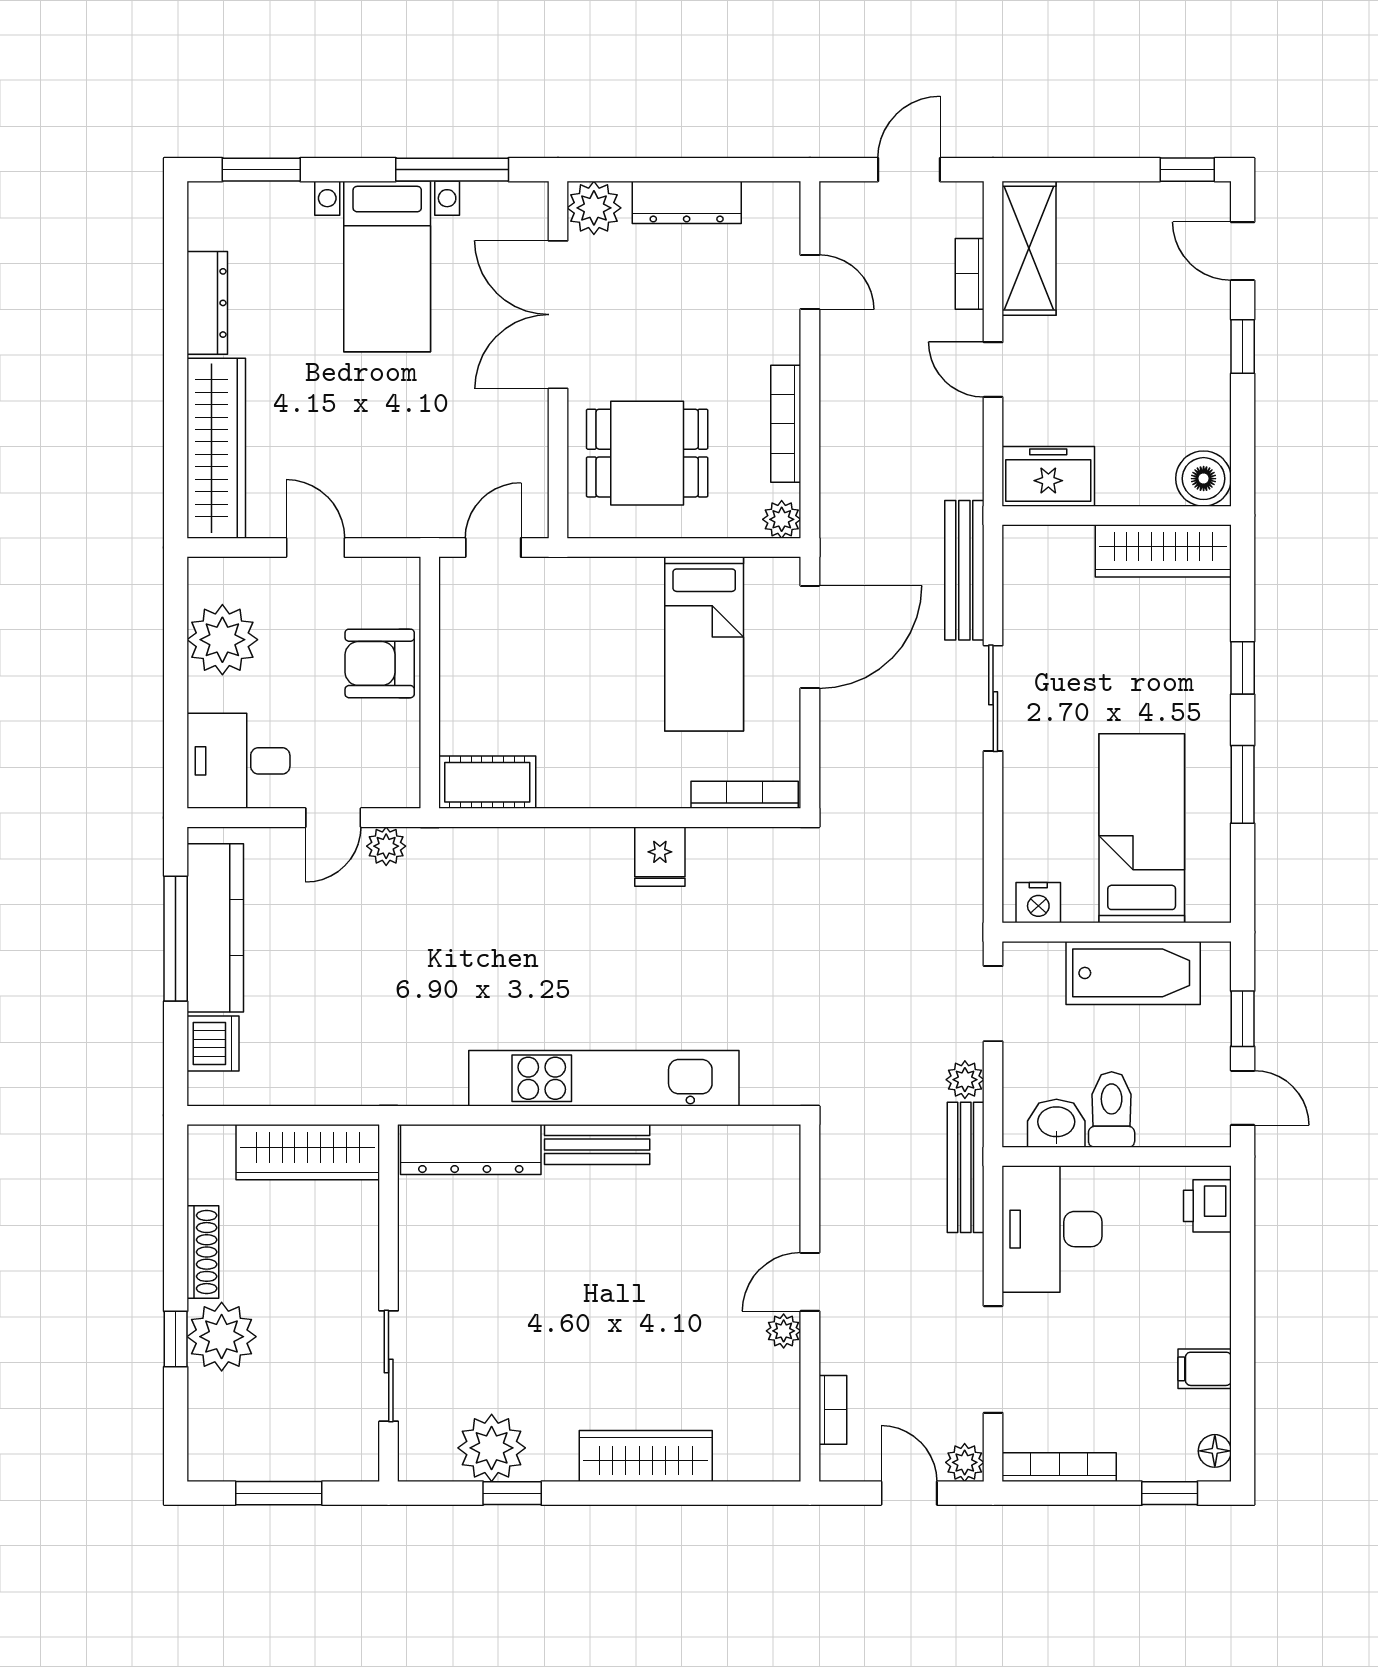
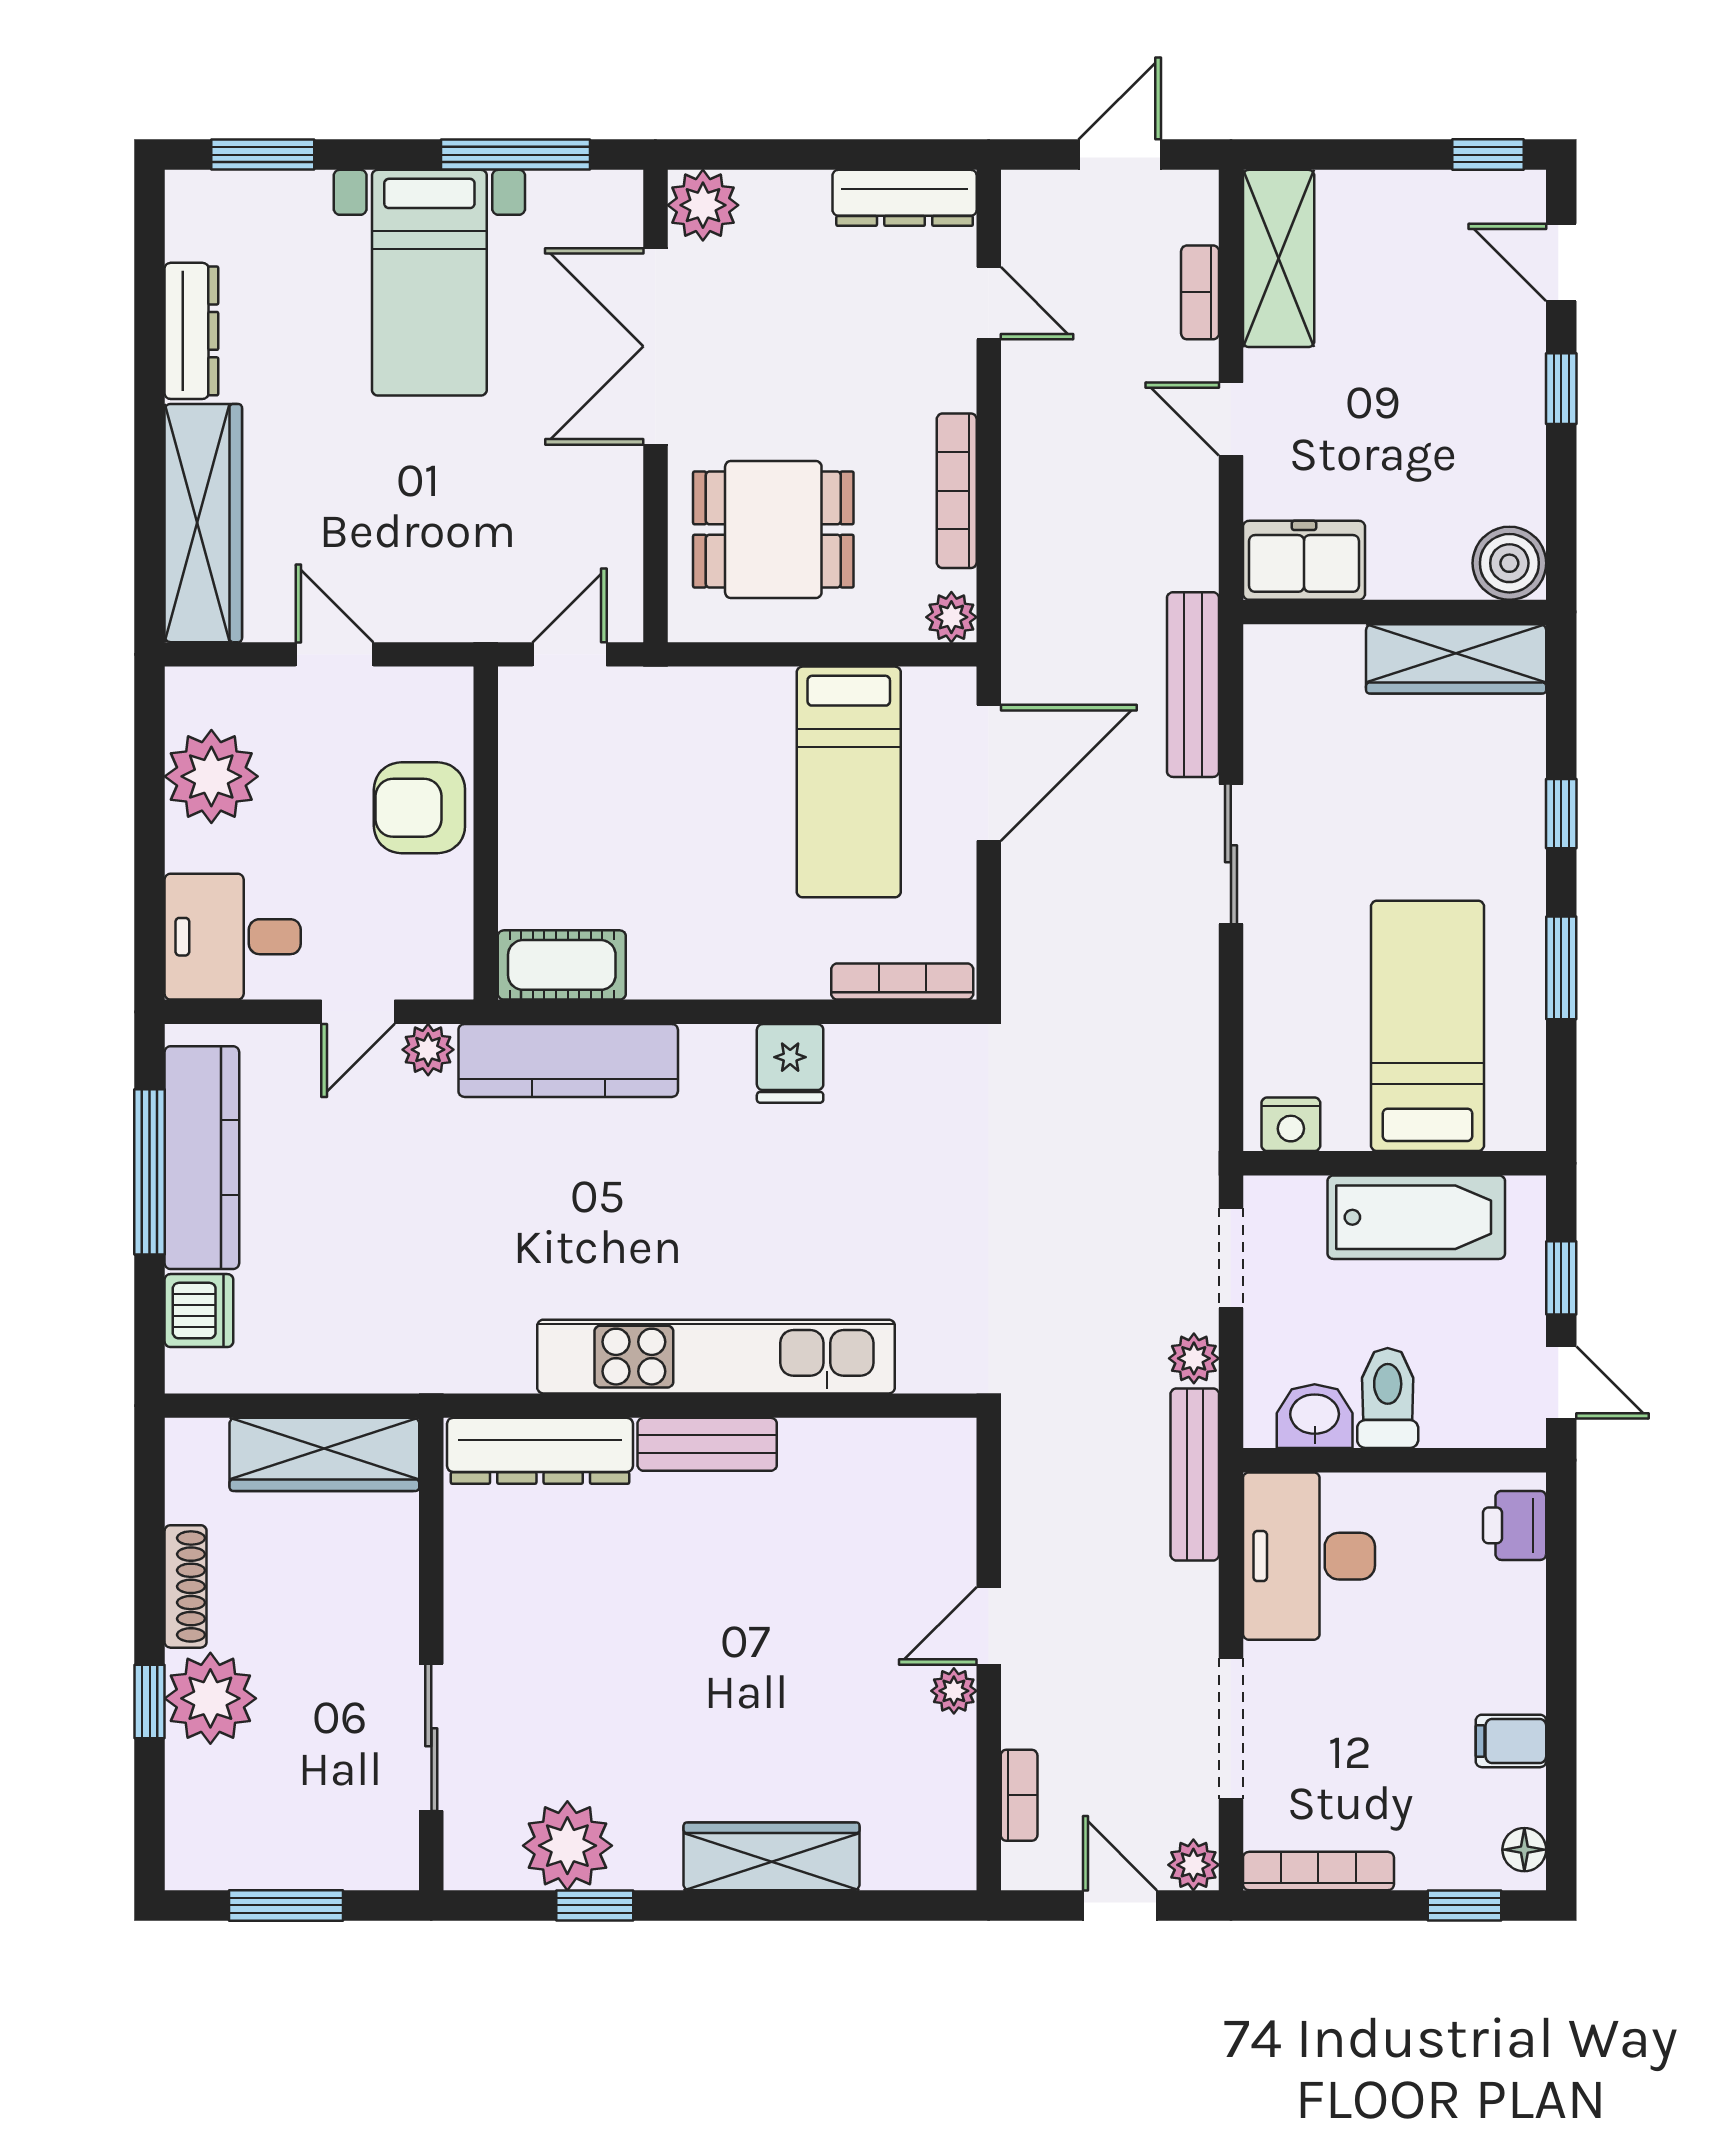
dresser: (687, 202) -> (905, 198), moved
kitchen counter: (492, 854) -> (568, 1060), added

